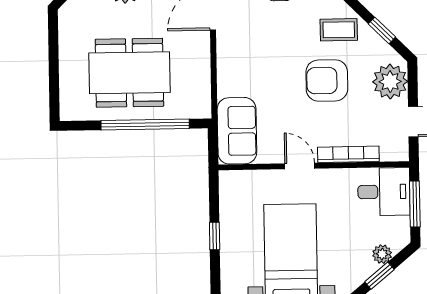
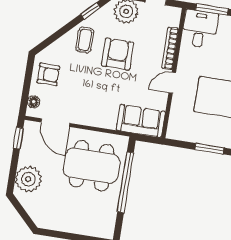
dining table: (129, 73) -> (91, 166), moved, turned 90
armchair: (327, 80) -> (118, 54), turned 180
window: (215, 236) -> (209, 149), width x1.50

